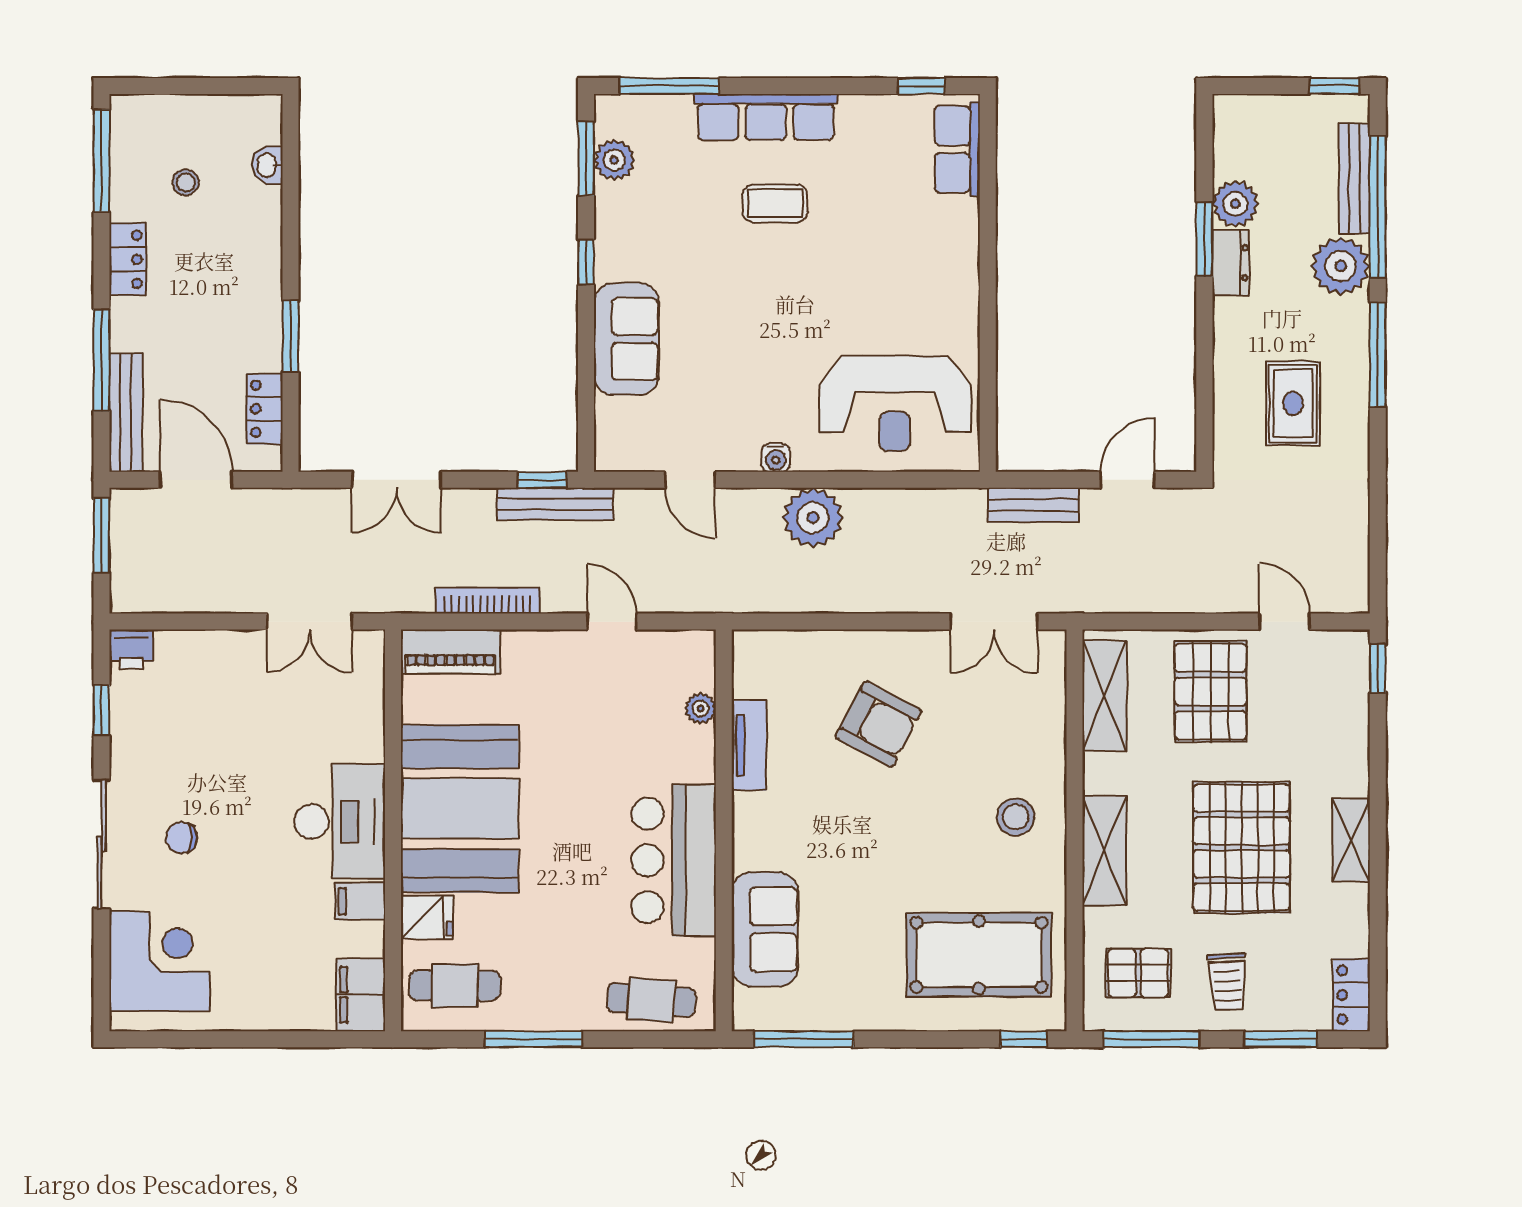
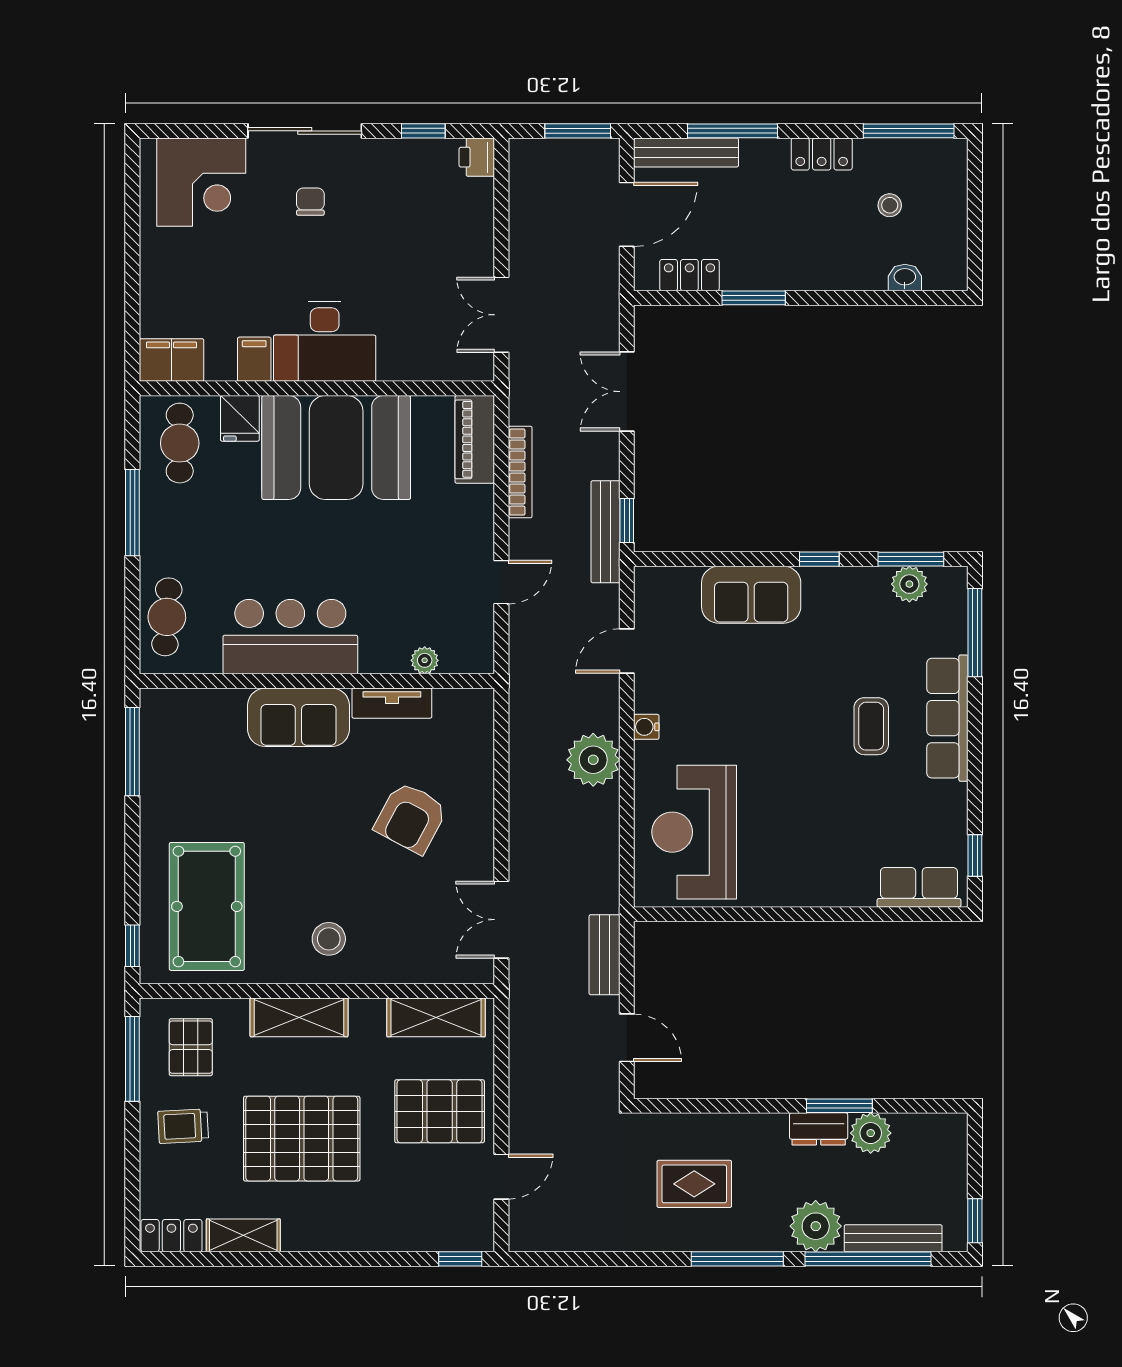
shelving: (1351, 840) -> (243, 1235), moved
sofa: (765, 929) -> (298, 717), moved
window: (1281, 1039) -> (132, 1173), removed

